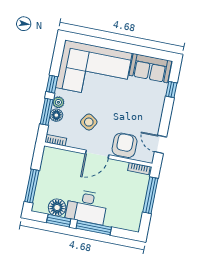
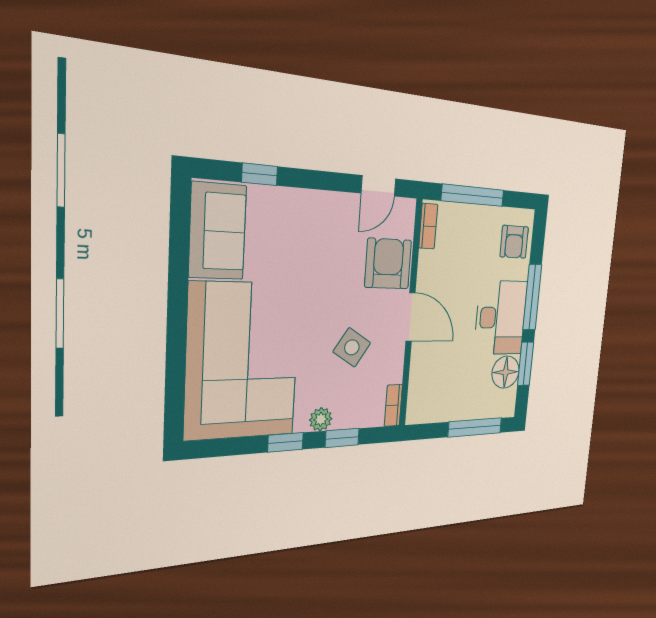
window: (47, 112) -> (342, 438), width x0.67
floor lamp: (56, 115) -> (346, 417), removed
armchair: (125, 145) -> (388, 264), turned 90
armchair: (124, 218) -> (514, 242), added

